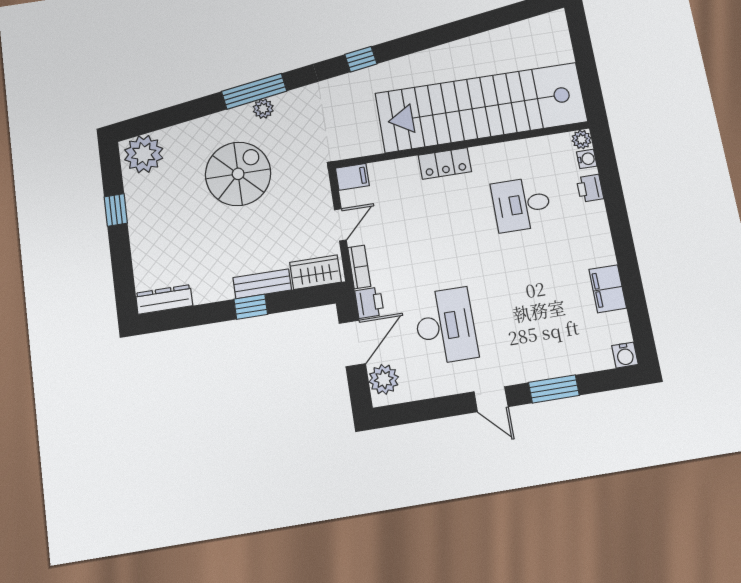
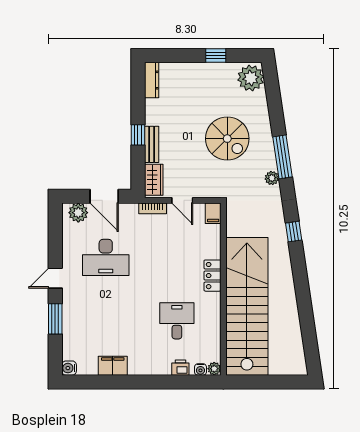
plant: (263, 109) -> (272, 178), moved
printer: (369, 303) -> (128, 211), removed

